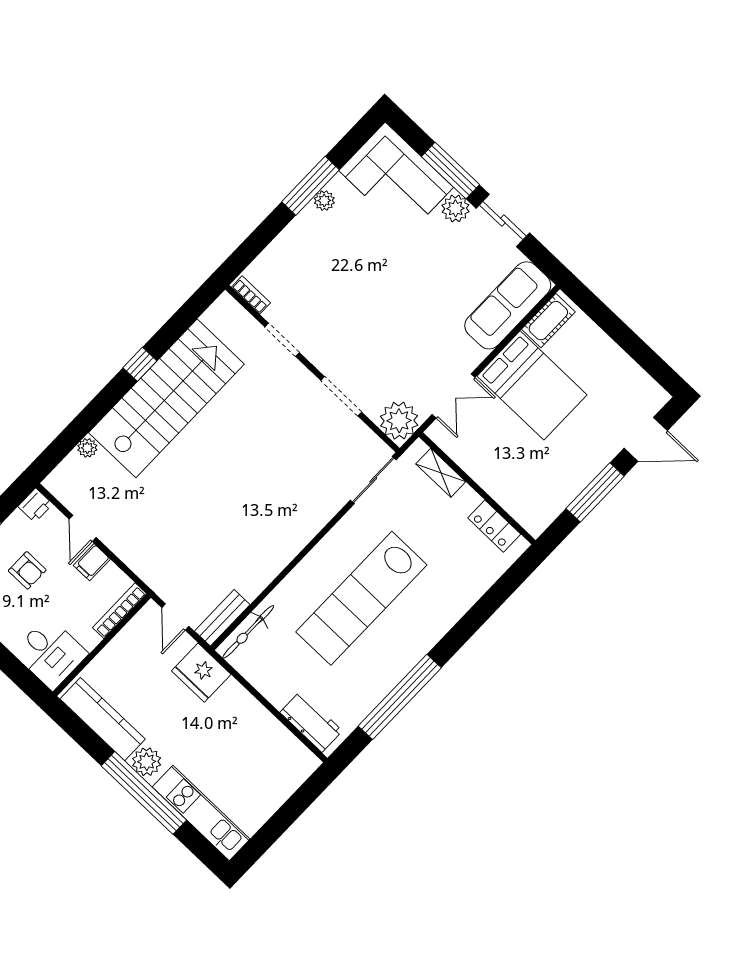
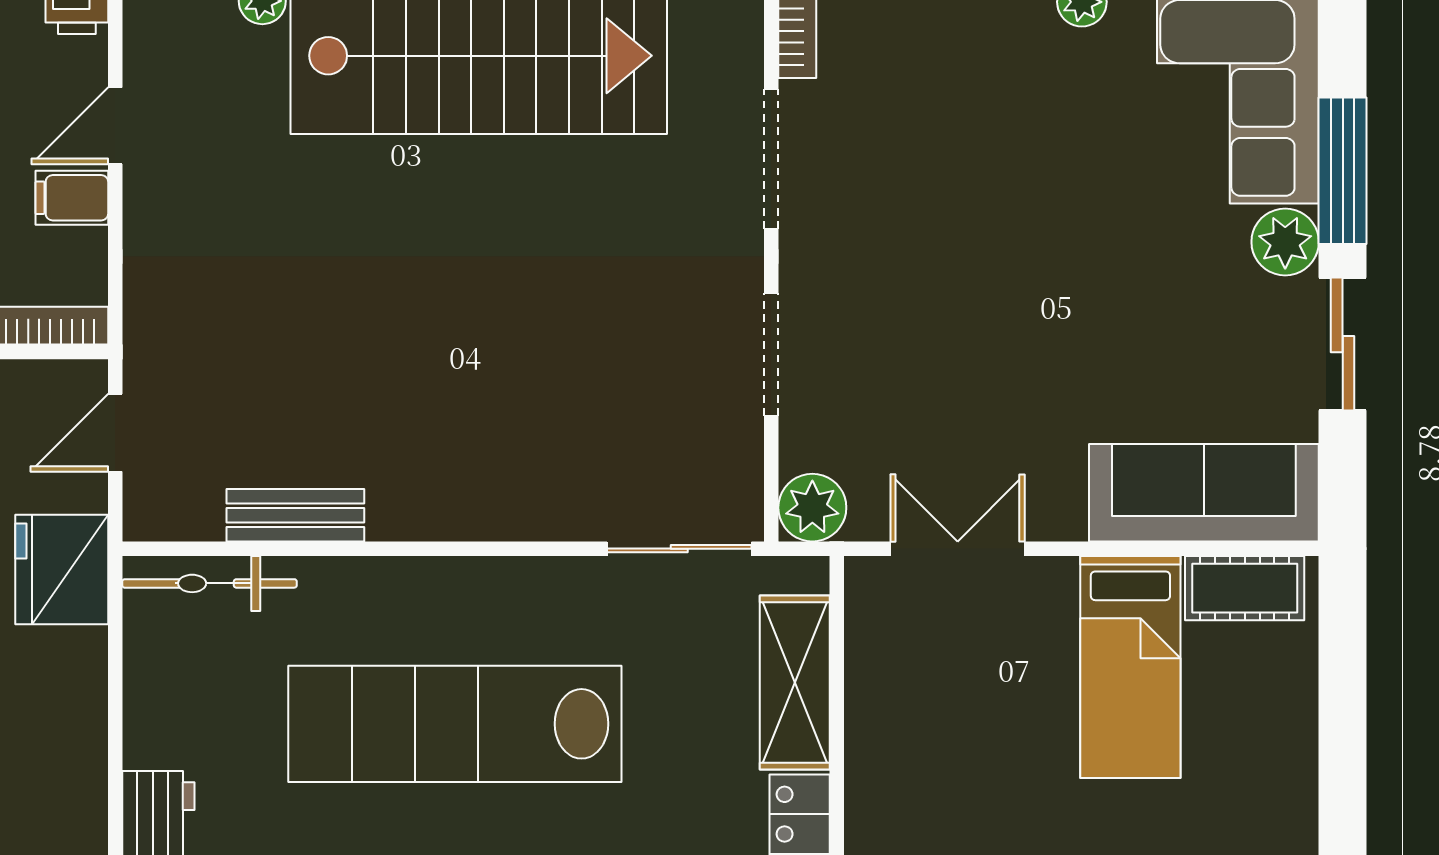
doorway: (282, 340) -> (771, 159), width x1.38
bed: (532, 385) -> (1130, 667), width x0.67
double door: (454, 396) -> (958, 549), swing flipped
plant: (399, 421) -> (812, 508), width x0.73, depth x0.73
shelving: (441, 473) -> (795, 683), width x1.50, depth x1.33
bench: (222, 618) -> (295, 515), moved

